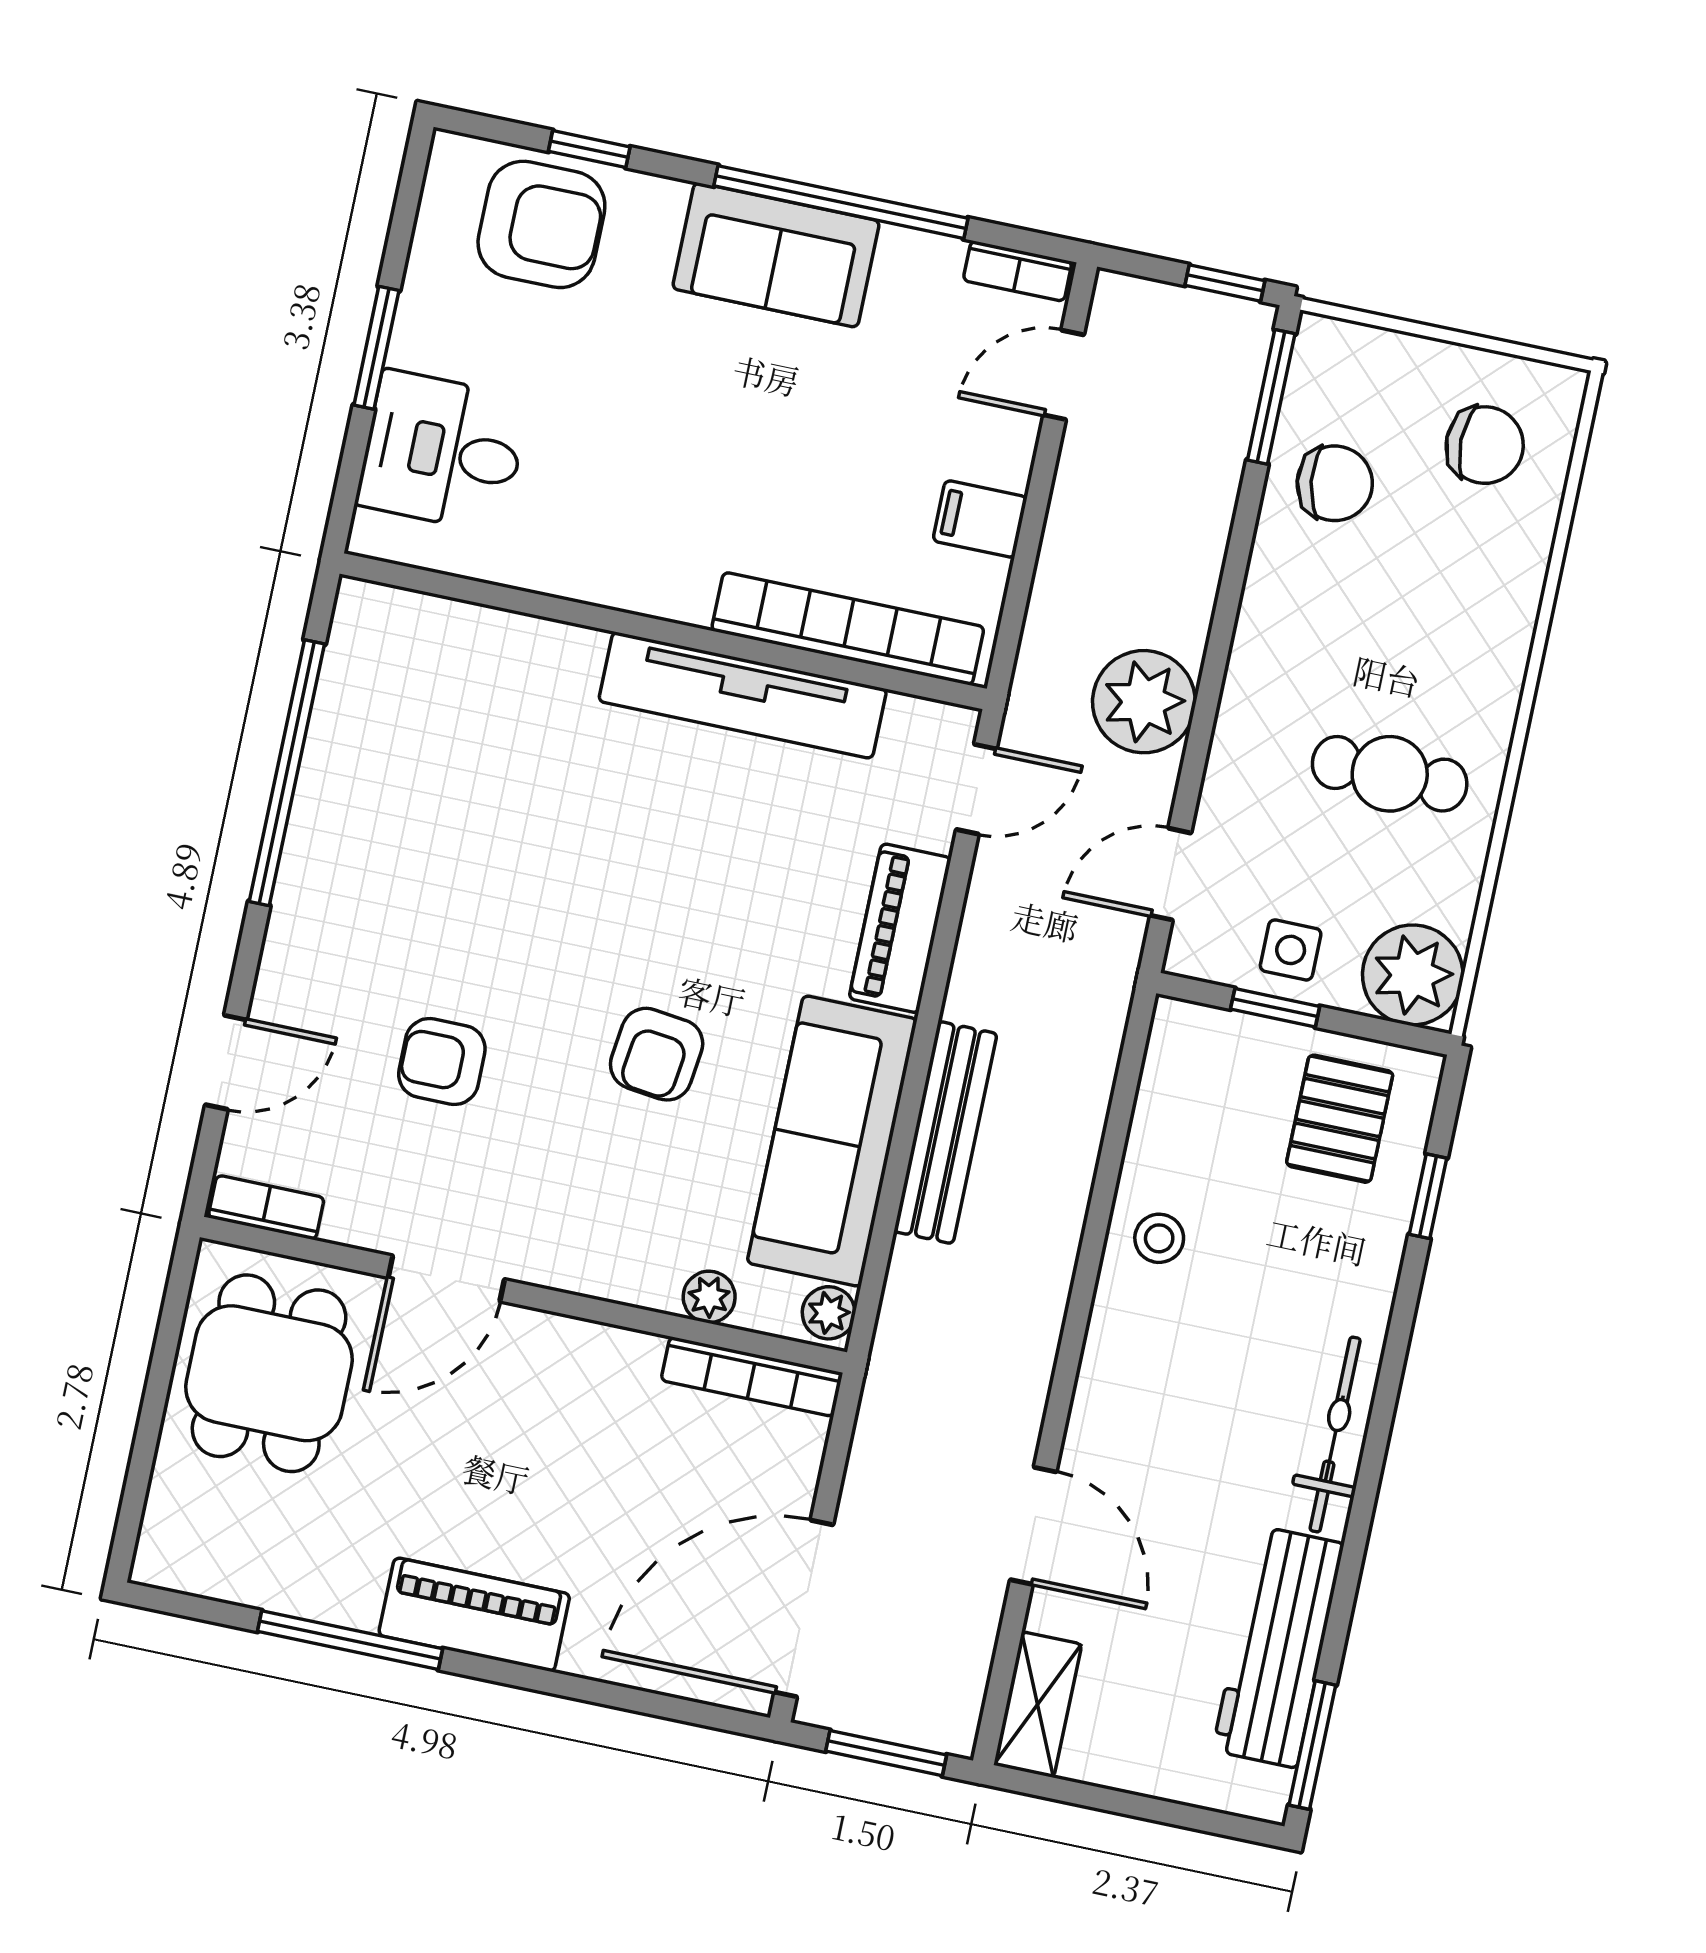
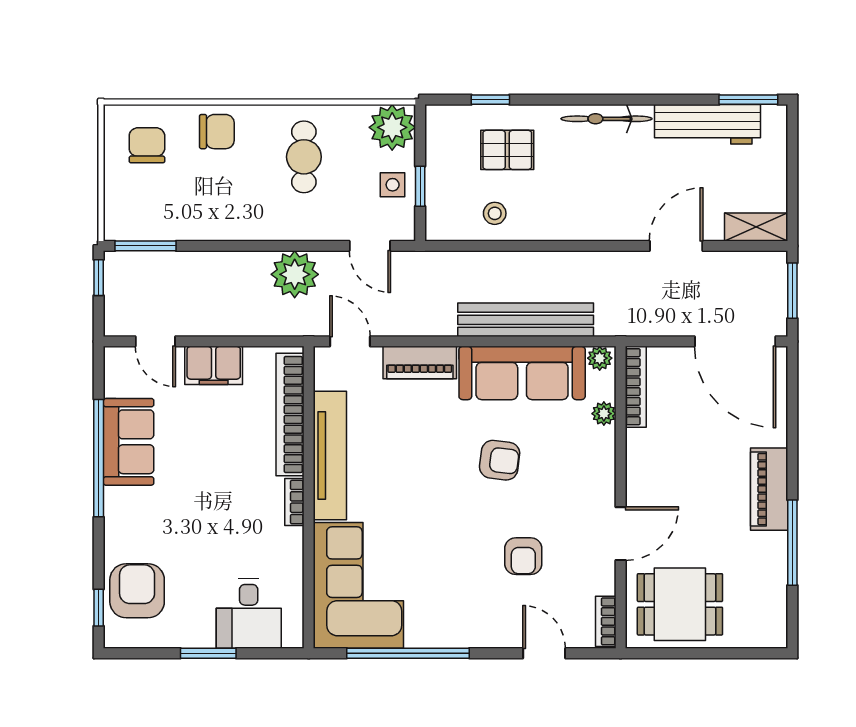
window: (589, 149) -> (99, 608), moved
sofa: (776, 255) -> (129, 442), moved
bookcase: (1018, 271) -> (294, 502), moved, turned 180
chair: (1335, 483) -> (217, 132), moved, turned 98
filing cabinet: (980, 519) -> (214, 365), width x2.00
corner sofa: (453, 698) -> (358, 585), added
pallet: (1340, 1119) -> (507, 150), moved
bench: (945, 1133) -> (526, 320), width x1.37, depth x1.21
stool: (1159, 1238) -> (495, 213), moved
door: (446, 1279) -> (621, 534), hinge flipped

